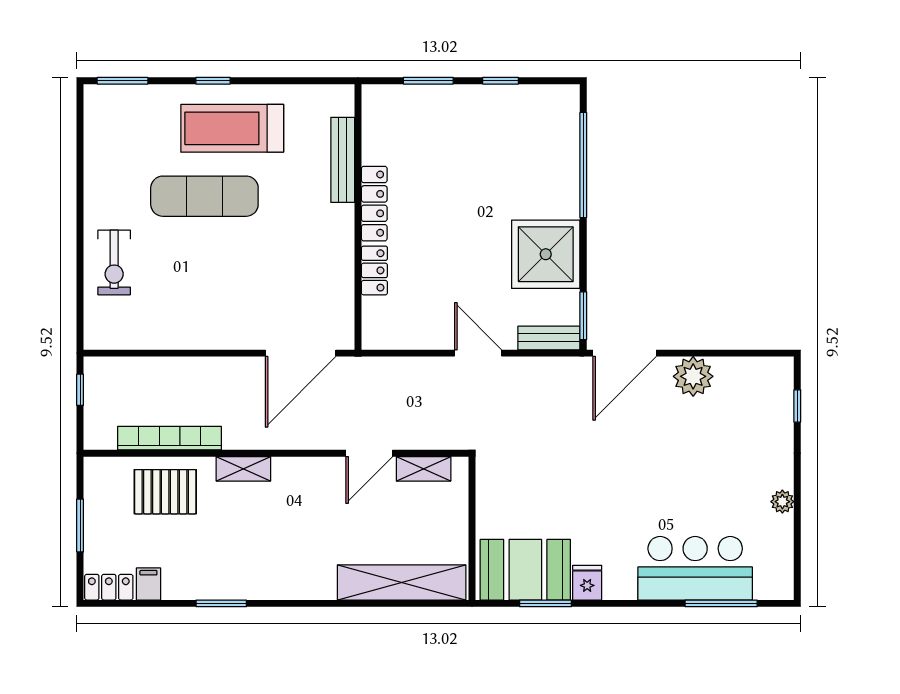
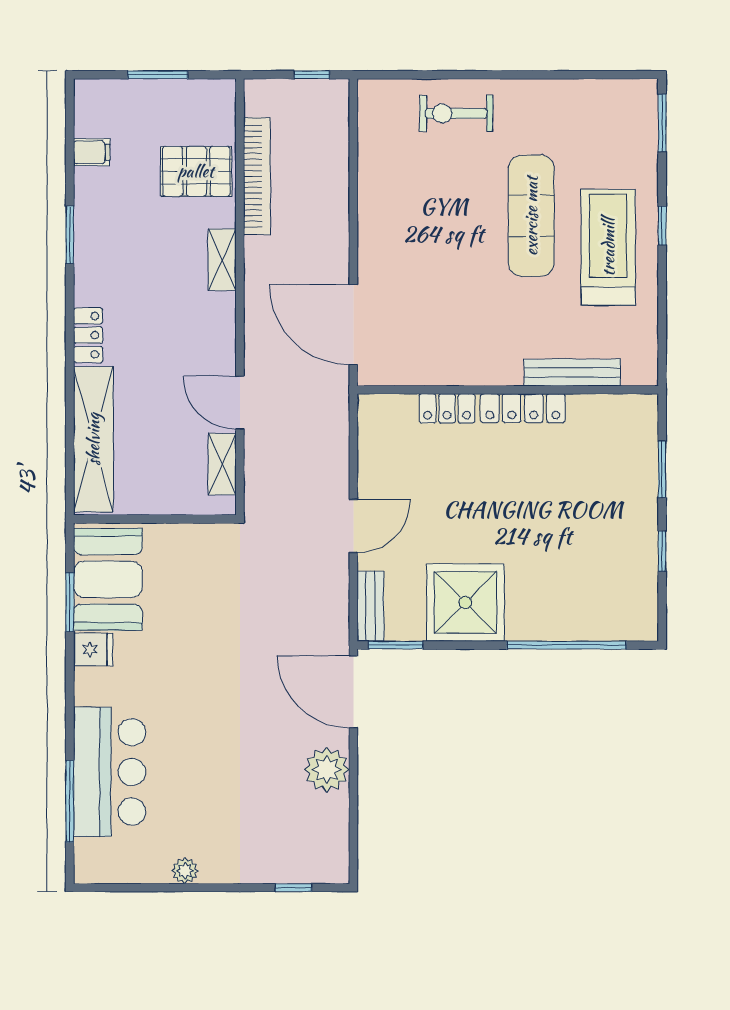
pallet: (165, 492) -> (196, 171), turned 90
locker: (109, 587) -> (88, 335), moved

